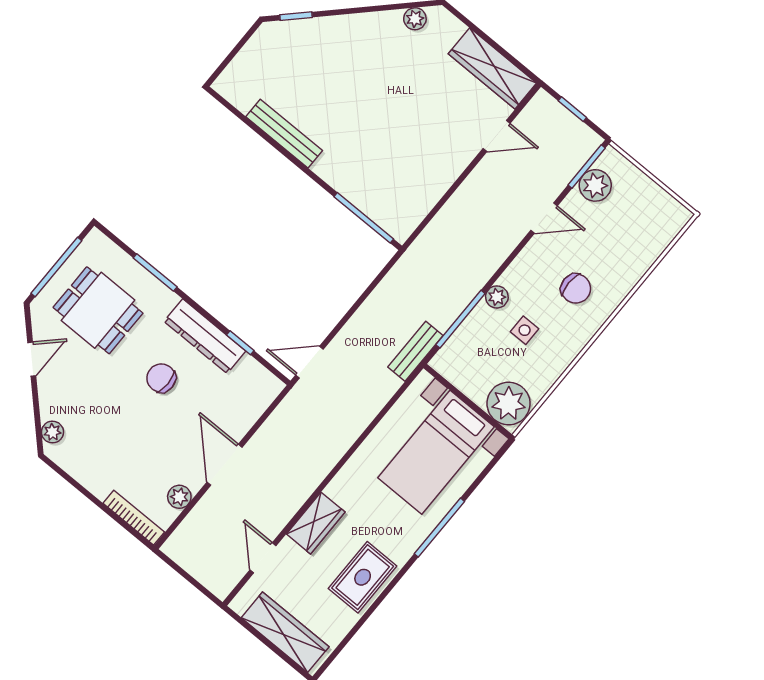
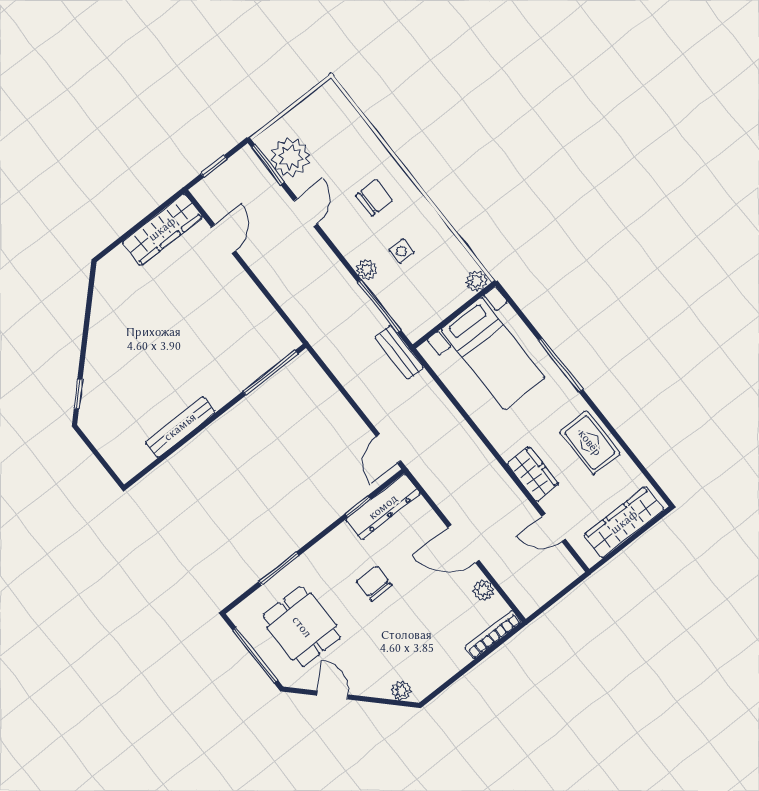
plant: (415, 19) -> (103, 289), removed
plant: (595, 185) -> (290, 157), width x1.36, depth x1.36
dining table: (98, 310) -> (302, 627), turned 90
dresser: (205, 336) -> (383, 507), moved
chair: (161, 378) -> (374, 584), turned 90
plant: (509, 404) -> (476, 281), width x0.53, depth x0.53

